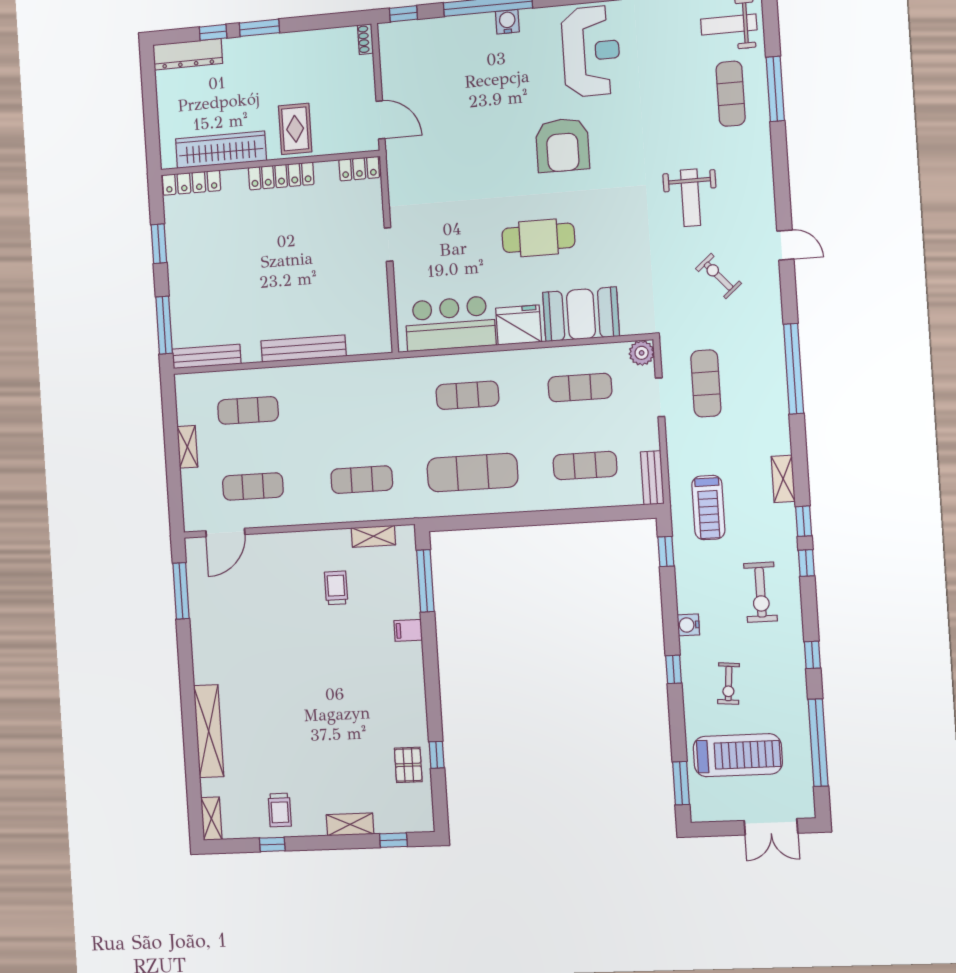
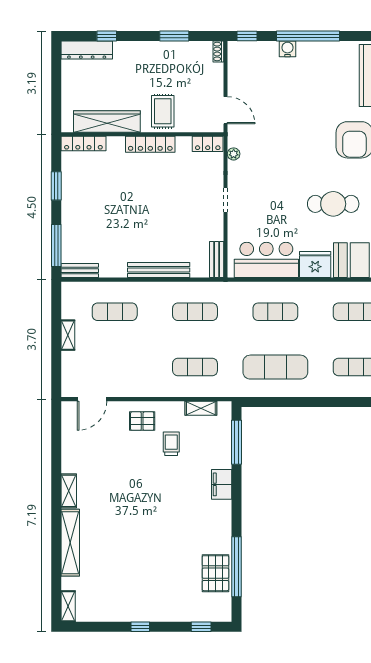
water cooler: (507, 22) -> (288, 49), moved
window: (259, 28) -> (174, 36), moved
plant: (396, 180) -> (234, 154), added
bench: (382, 328) -> (217, 259), added
bench: (206, 356) -> (80, 271), width x0.73
exercise mat: (253, 486) -> (195, 312), moved
pallet: (295, 559) -> (142, 421), added
window: (181, 591) -> (56, 440), removed
filing cabinet: (408, 630) -> (222, 484), width x2.00
window: (437, 755) -> (236, 567), width x3.17
pallet: (408, 765) -> (215, 573), width x1.50, depth x1.42
trolley: (280, 810) -> (119, 602), removed
shelving: (350, 824) -> (69, 491), moved, turned 90
window: (272, 844) -> (140, 627), moved

